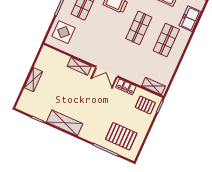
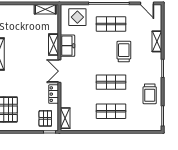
freezer: (190, 19) -> (67, 46), moved, turned 90
shelving: (33, 80) -> (45, 9), moved

